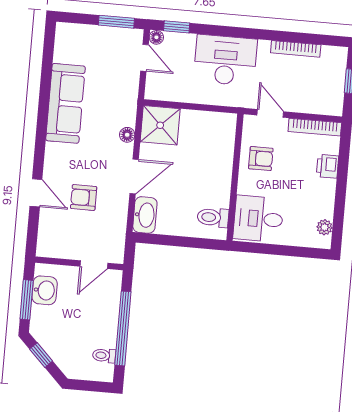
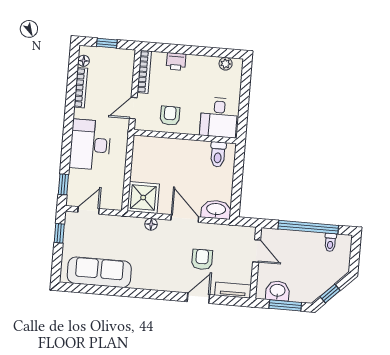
window: (116, 22) -> (59, 233), width x0.67
floor lamp: (156, 37) -> (84, 61), moved
sofa: (65, 103) -> (99, 272), moved
armchair: (84, 197) -> (202, 259), turned 180
tv unit: (46, 235) -> (233, 290), added

